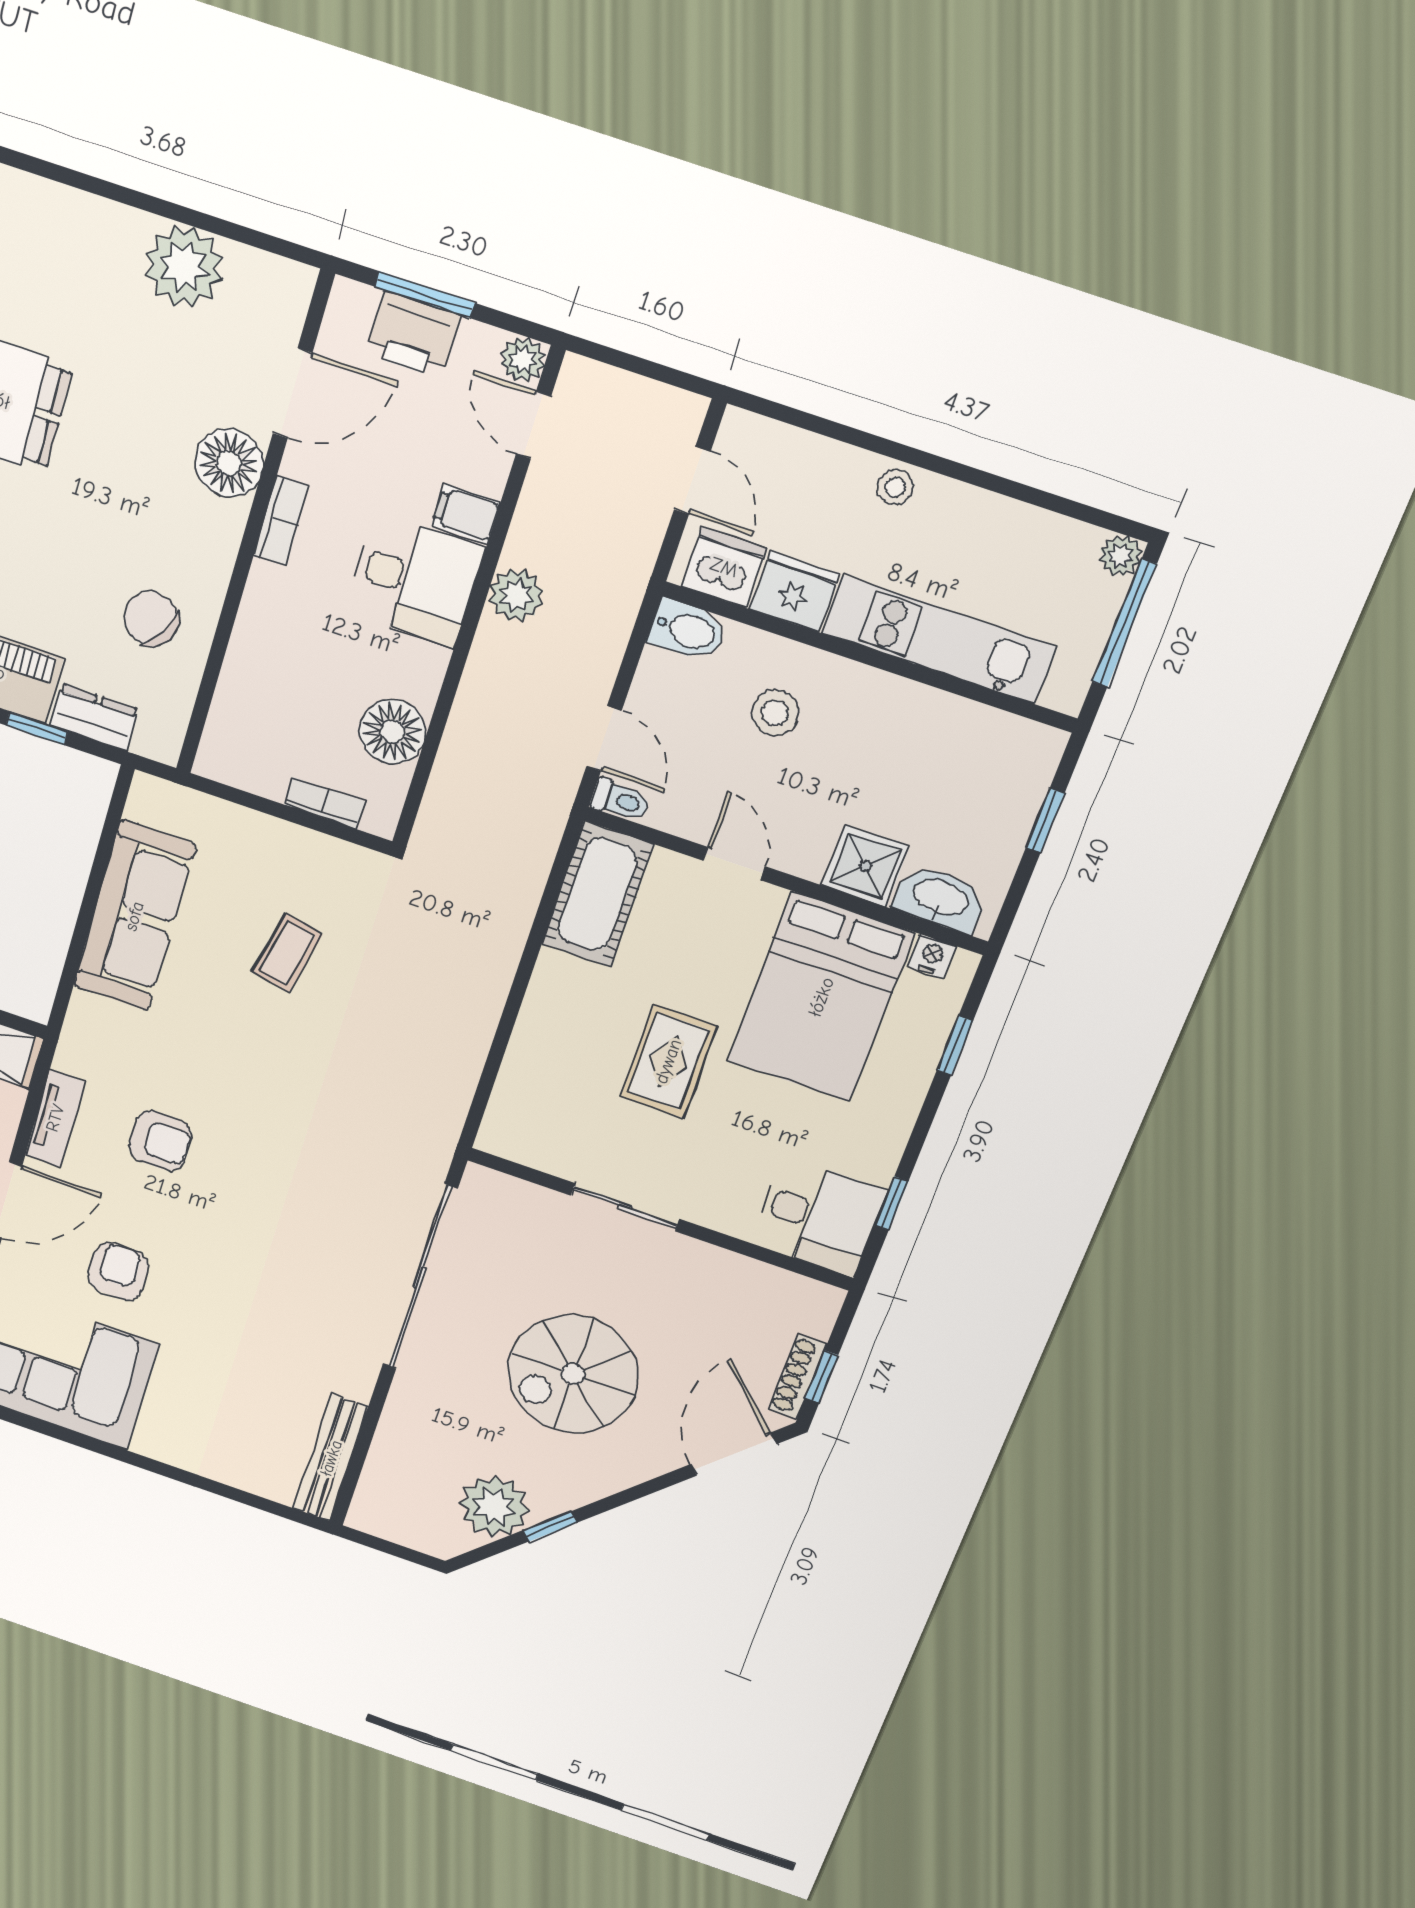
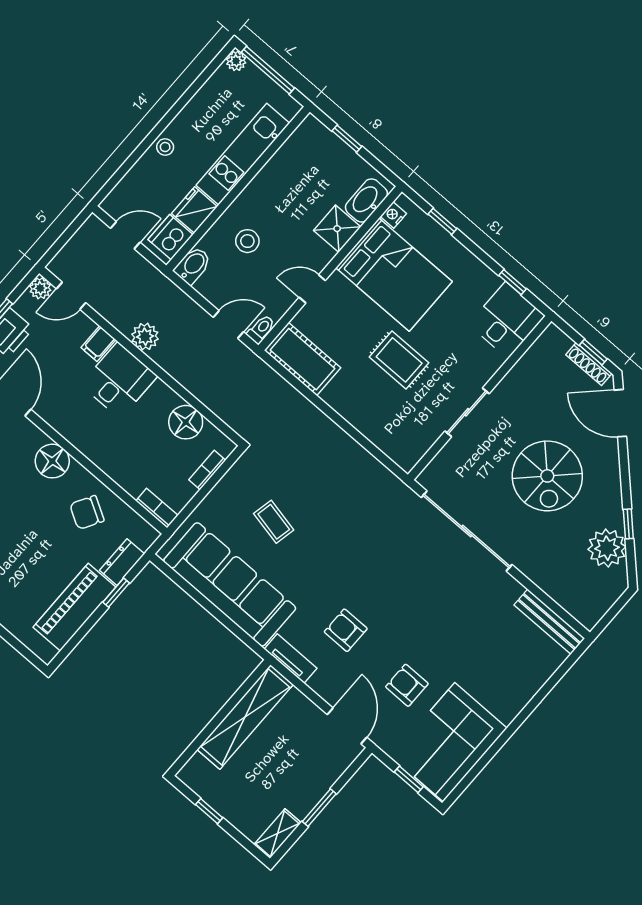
floor lamp: (229, 463) -> (52, 461), moved
bookcase: (281, 521) -> (157, 508), moved
sofa: (134, 916) -> (230, 584), width x1.36, depth x1.27
tv unit: (55, 1118) -> (291, 659), moved
armchair: (161, 1141) -> (346, 630), turned -90

